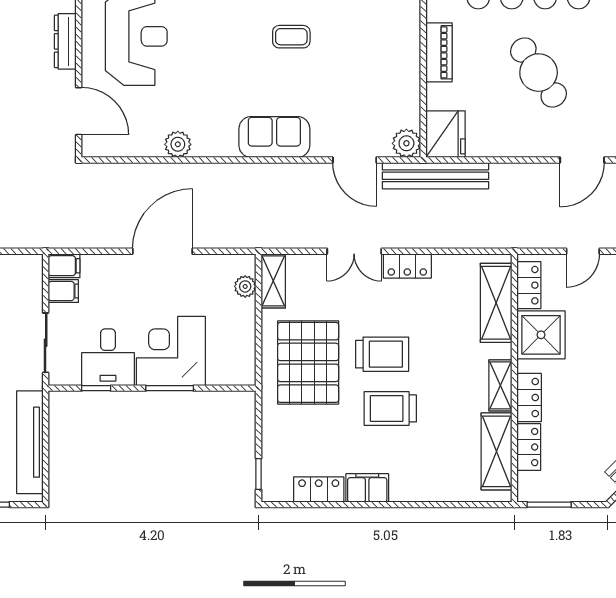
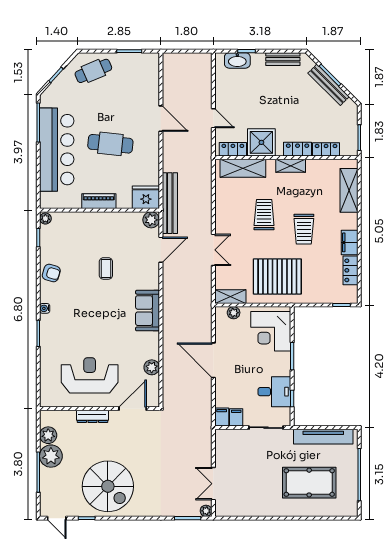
coffee table: (291, 37) -> (106, 268), moved
cafe table: (539, 73) -> (110, 144), turned 40
sofa: (274, 137) -> (148, 311), moved
plant: (178, 144) -> (152, 367), moved
locker: (407, 266) -> (222, 219), removed
corner desk: (171, 351) -> (271, 331), moved
trolley: (382, 354) -> (264, 215), moved
shelving: (497, 451) -> (349, 190), moved, turned 90

